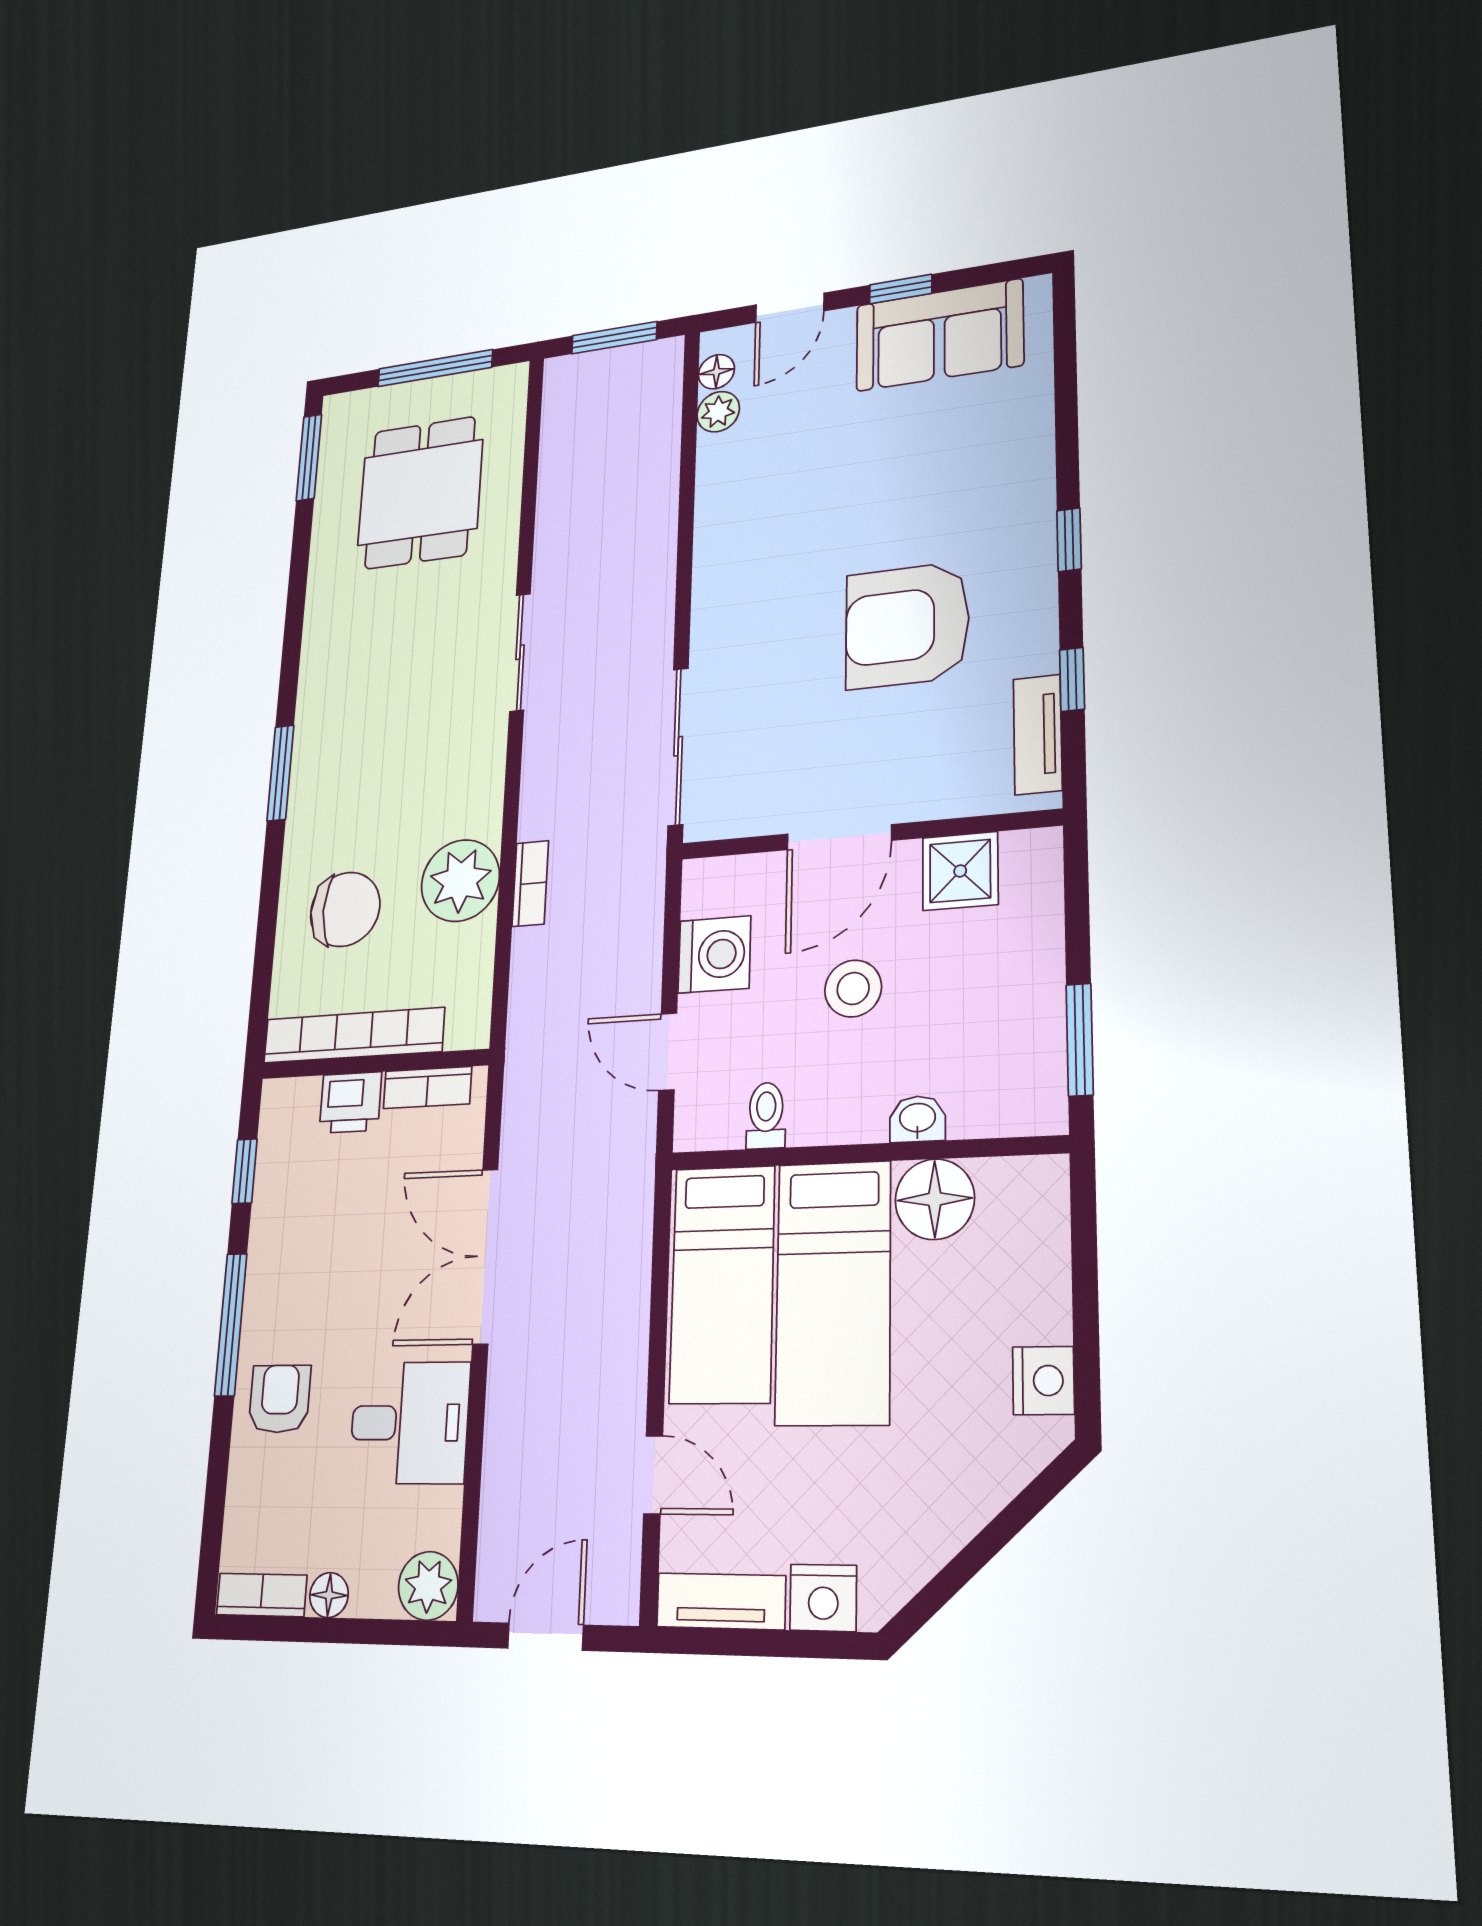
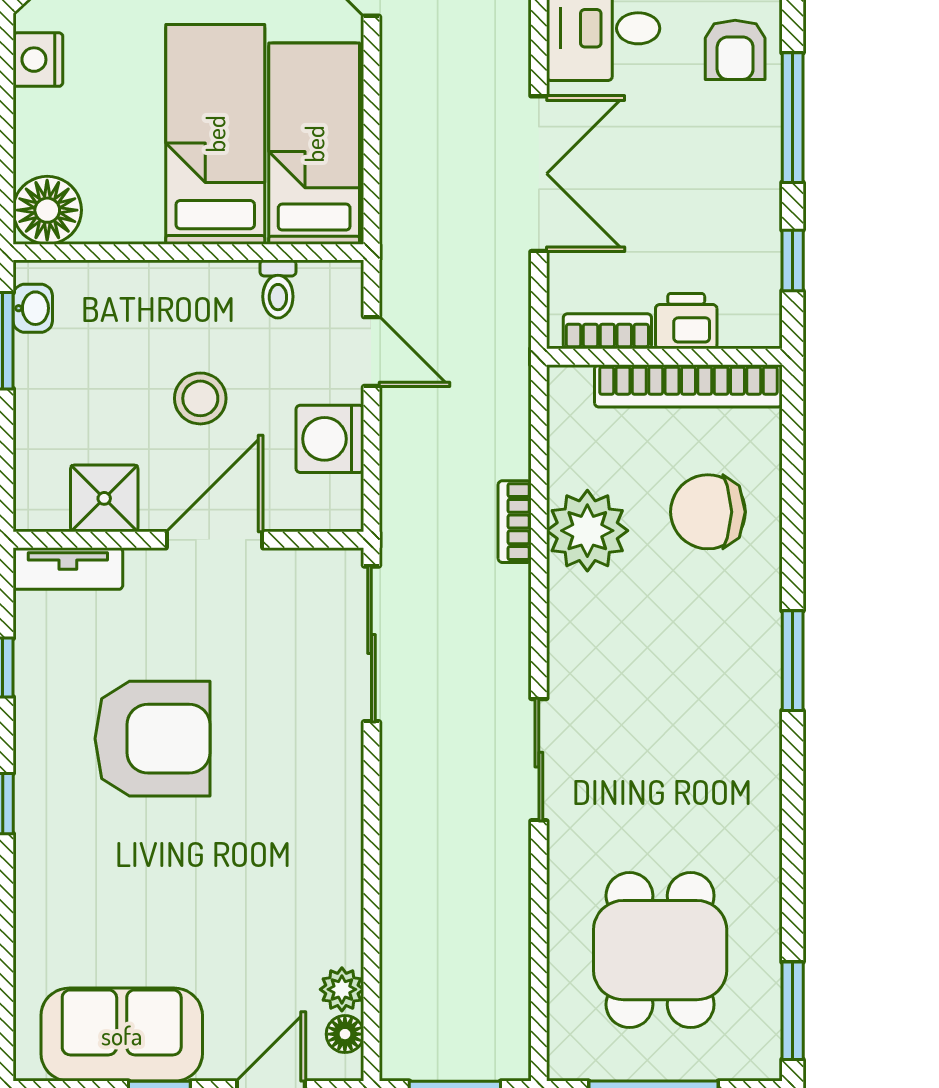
tv unit: (1038, 734) -> (68, 569), moved, turned 90
washbasin: (917, 1119) -> (33, 308), moved, turned -90
floor lamp: (935, 1199) -> (47, 210), moved

